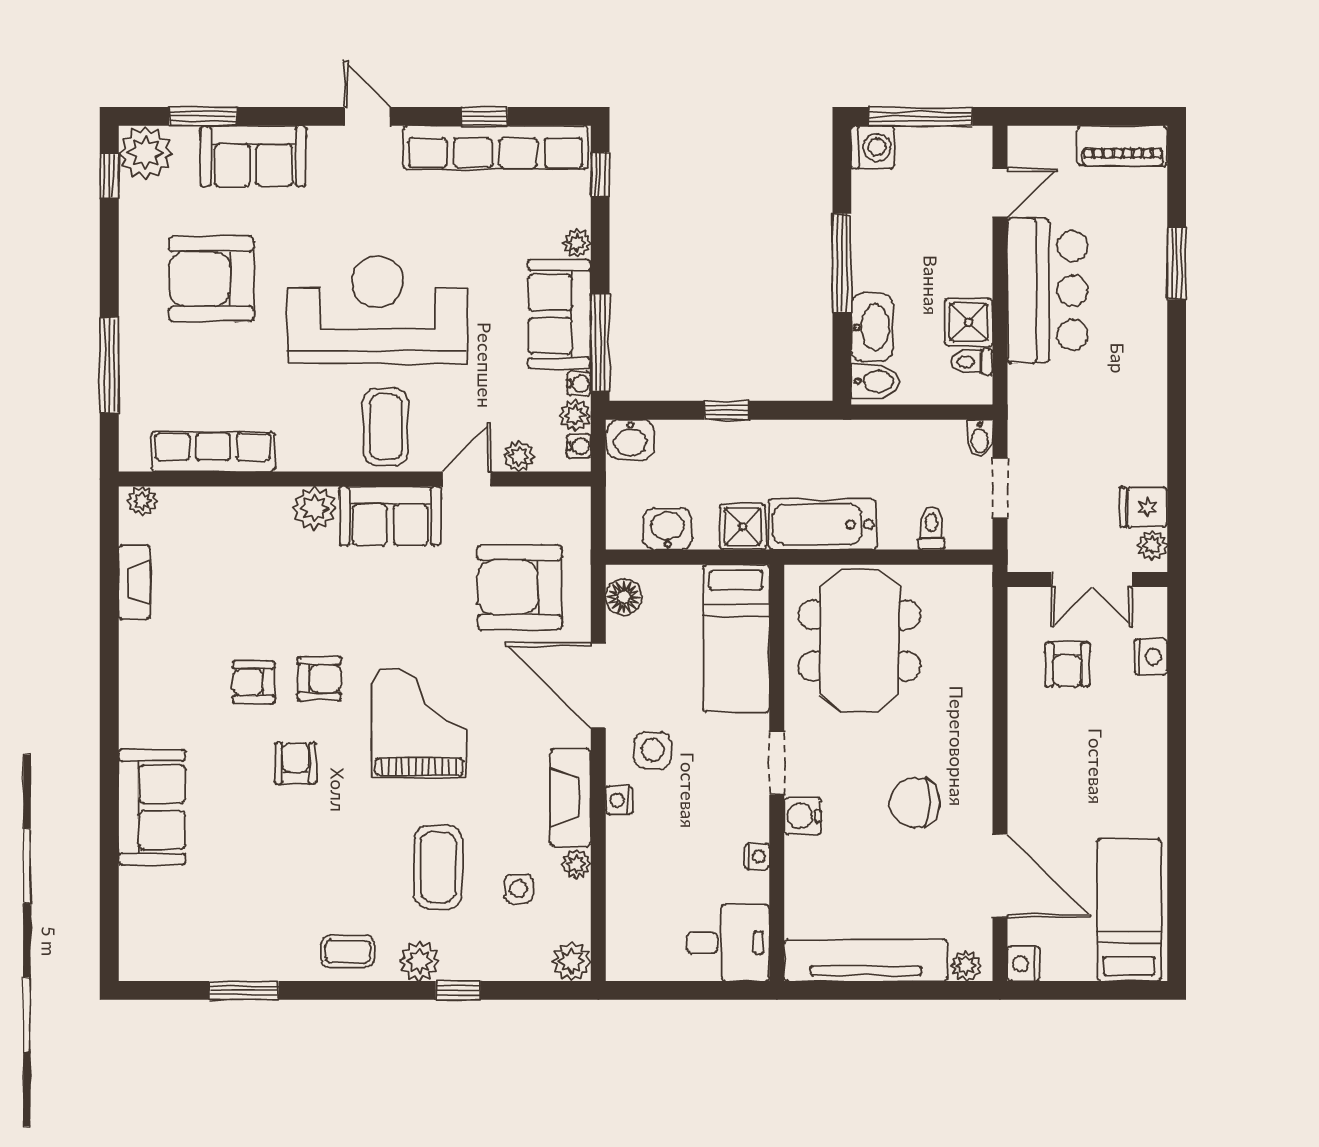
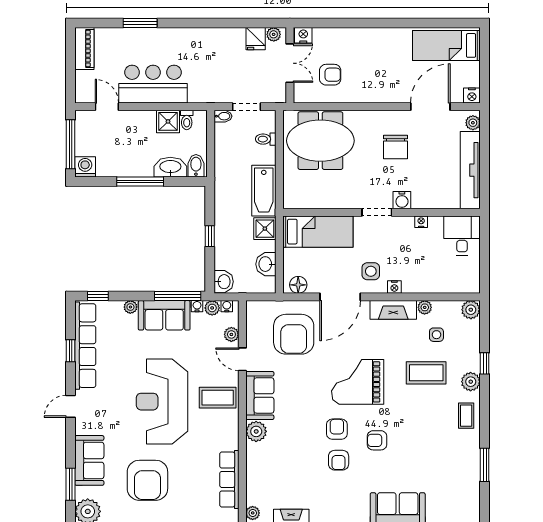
meeting table: (859, 640) -> (320, 141), moved
nightstand: (1151, 657) -> (303, 35), moved

